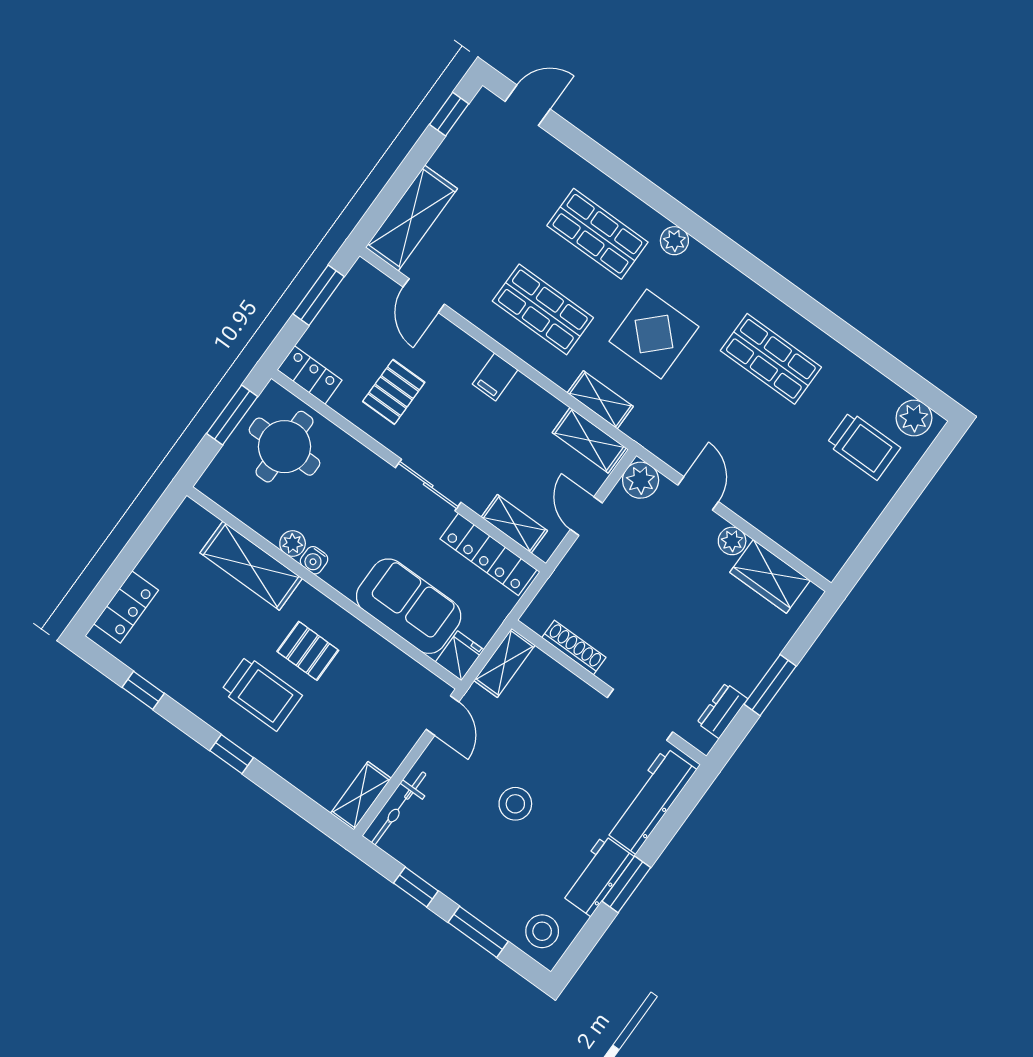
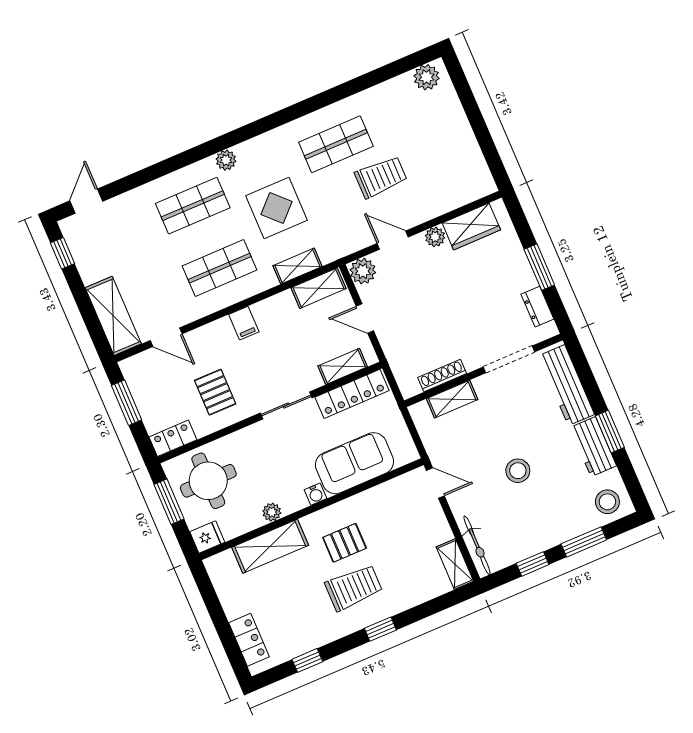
trolley: (863, 446) -> (381, 177), moved
water cooler: (314, 560) -> (315, 494), moved
fridge: (460, 656) -> (207, 537), moved, turned 90
shelving: (505, 663) -> (452, 399), moved, turned 90

